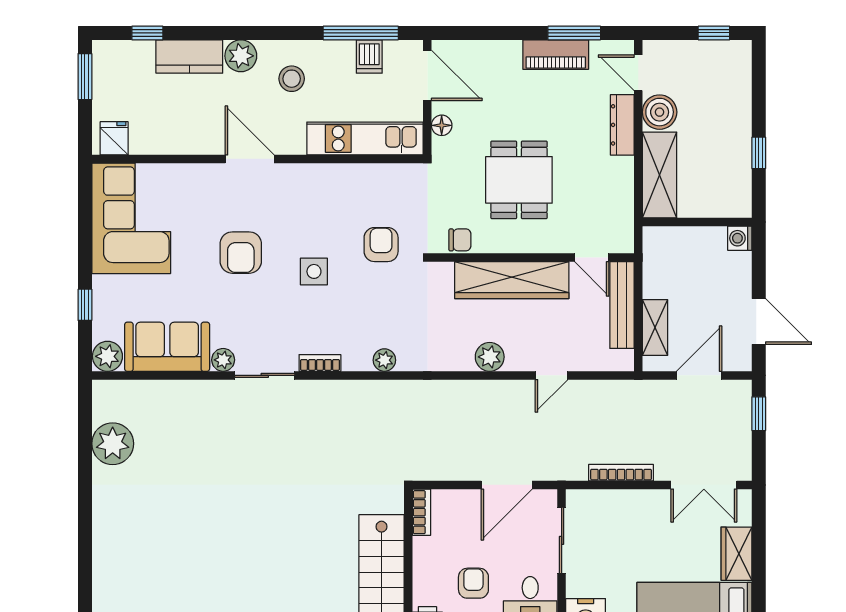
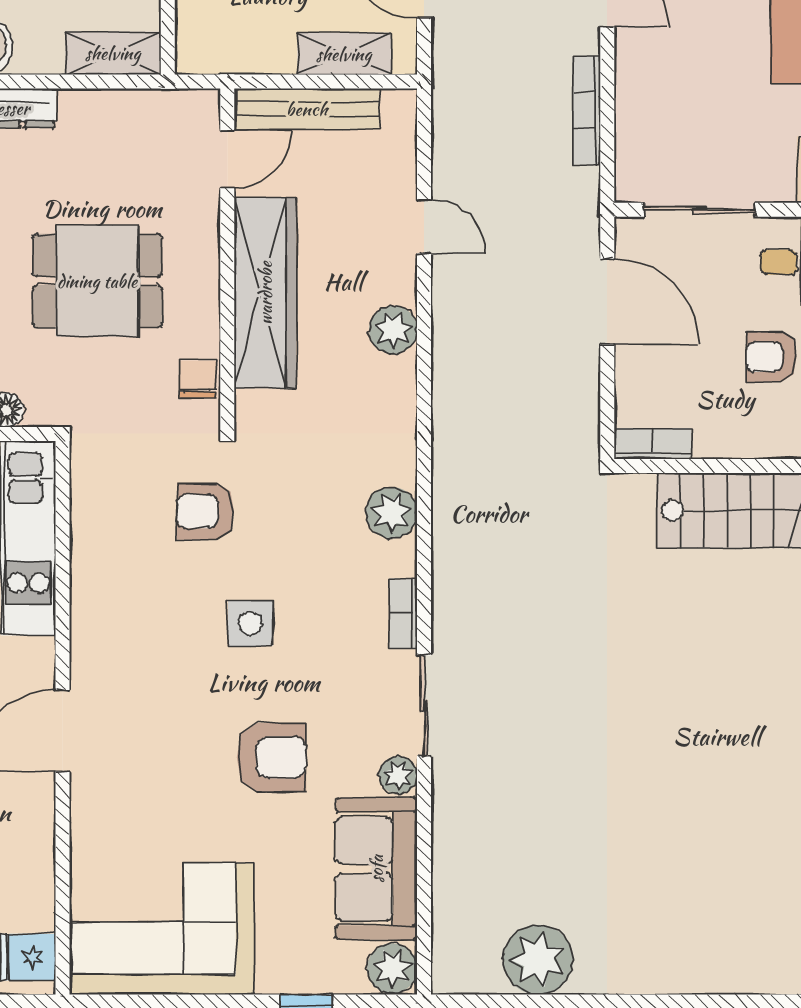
shelving: (660, 175) -> (113, 53), width x0.67, depth x0.75
armchair: (241, 253) -> (271, 757), moved
plant: (384, 360) -> (391, 513), width x1.38, depth x1.38

